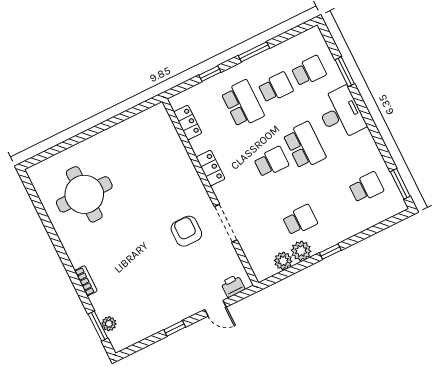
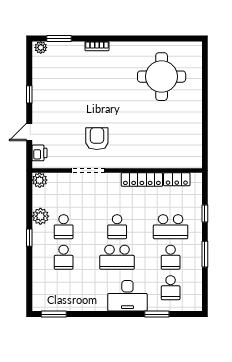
locker: (211, 168) -> (142, 180), width x1.53
school desk: (366, 187) -> (64, 257), moved
armchair: (186, 231) -> (97, 139), turned -90
plant: (283, 261) -> (40, 180), moved
plant: (109, 324) -> (41, 47), moved

